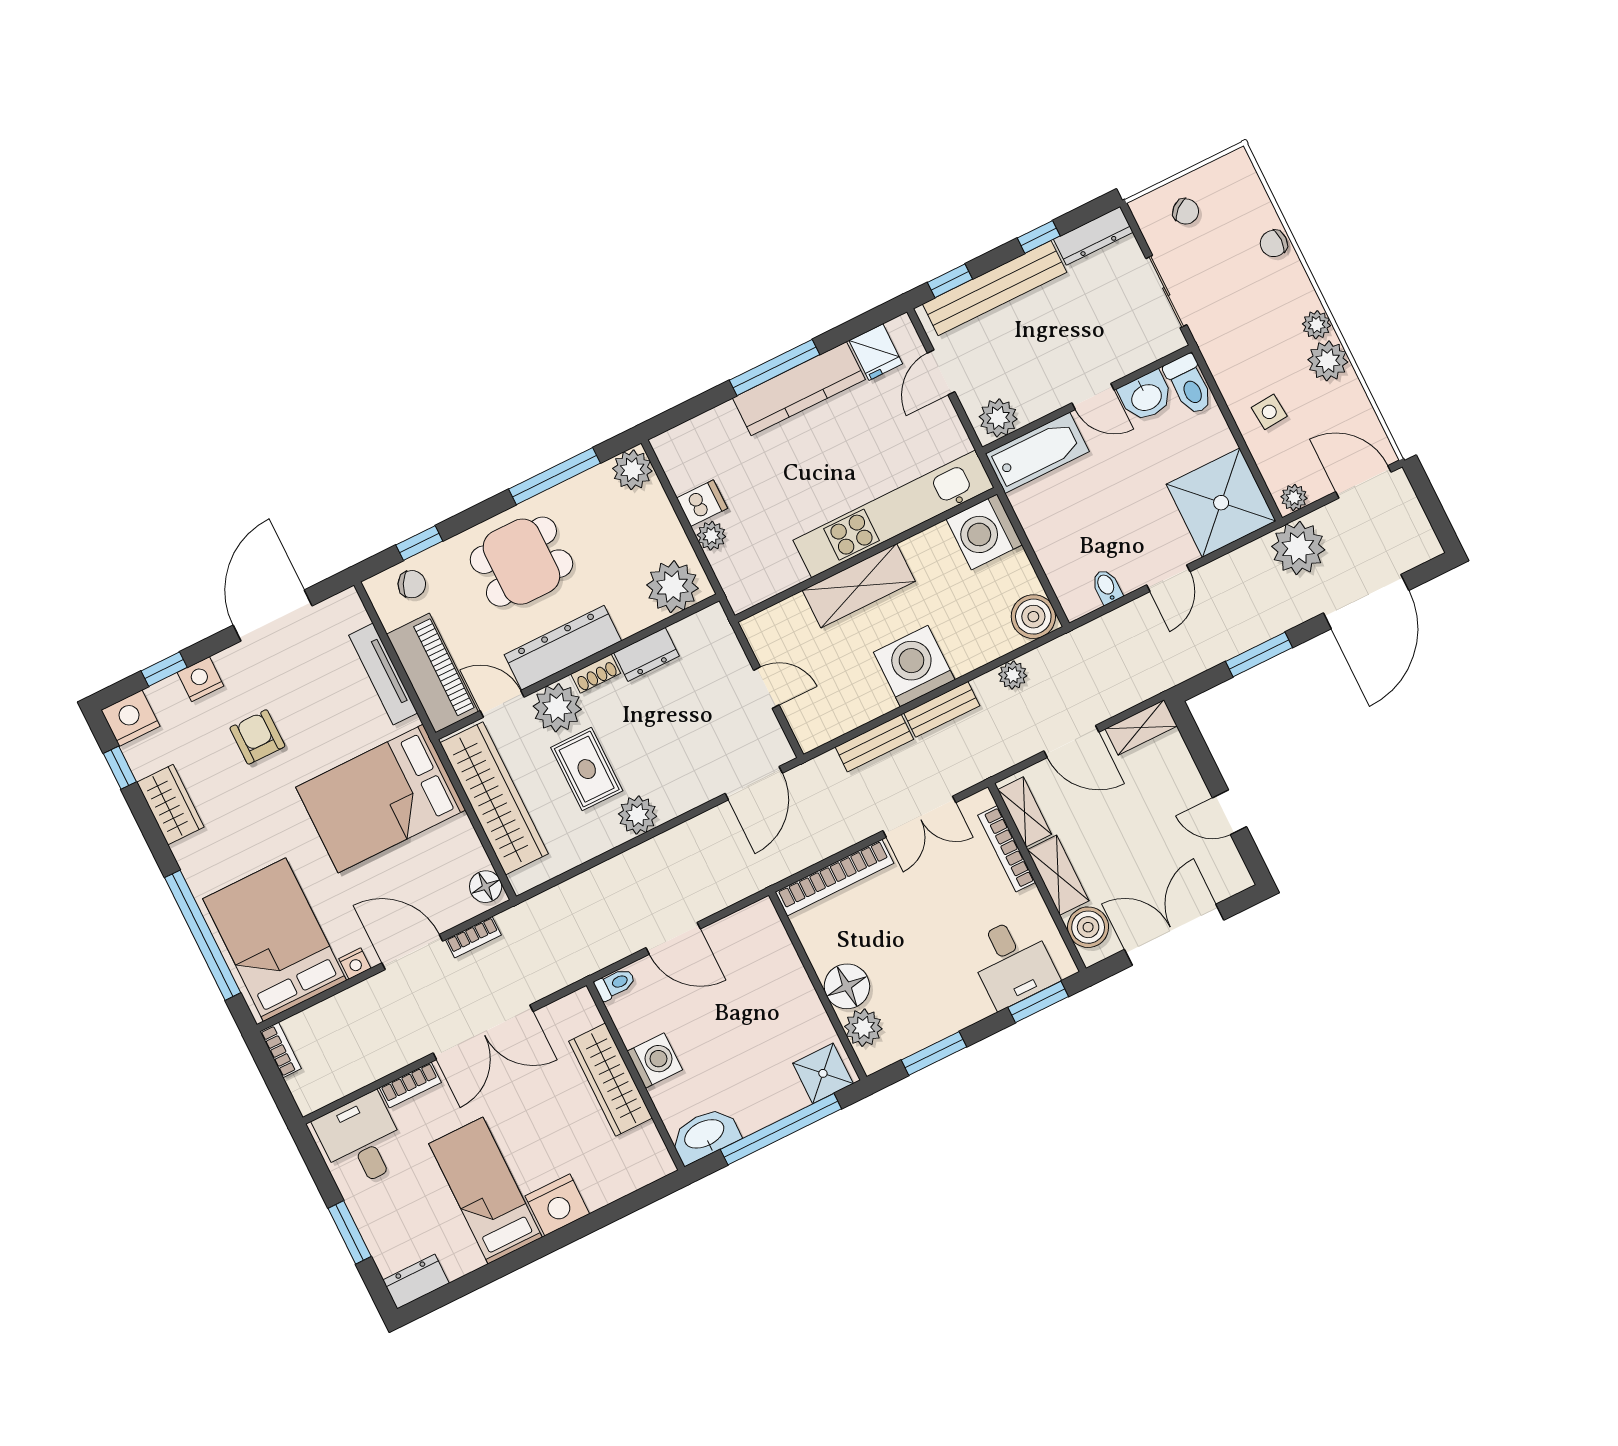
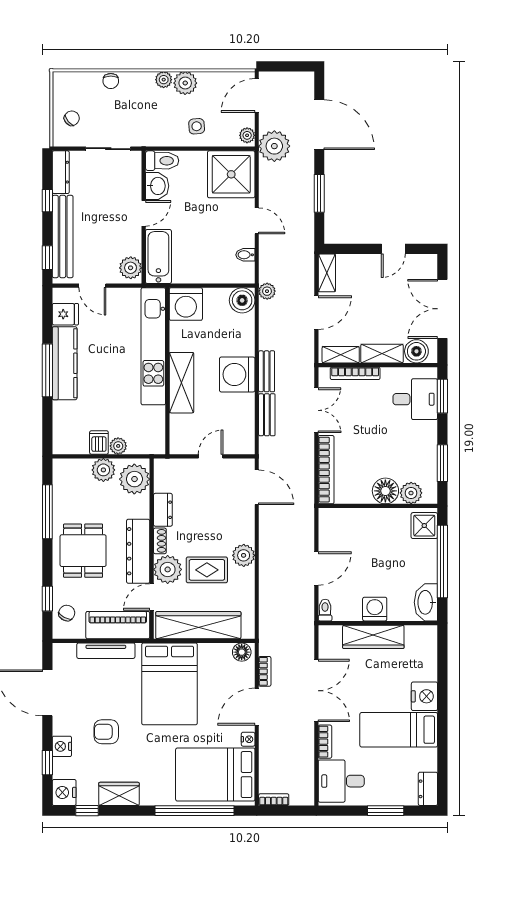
plant: (632, 470) -> (103, 470), moved
plant: (1013, 675) -> (267, 291), moved

